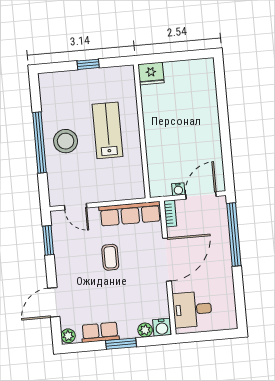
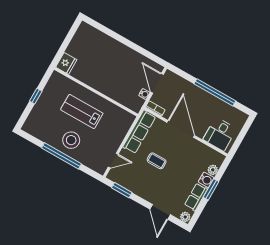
window: (234, 234) -> (215, 92), moved
water cooler: (162, 327) -> (206, 180), moved

